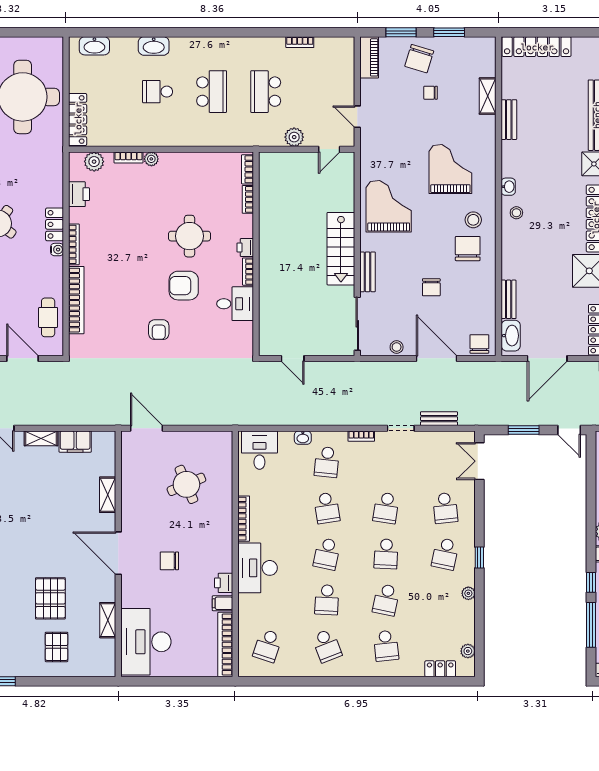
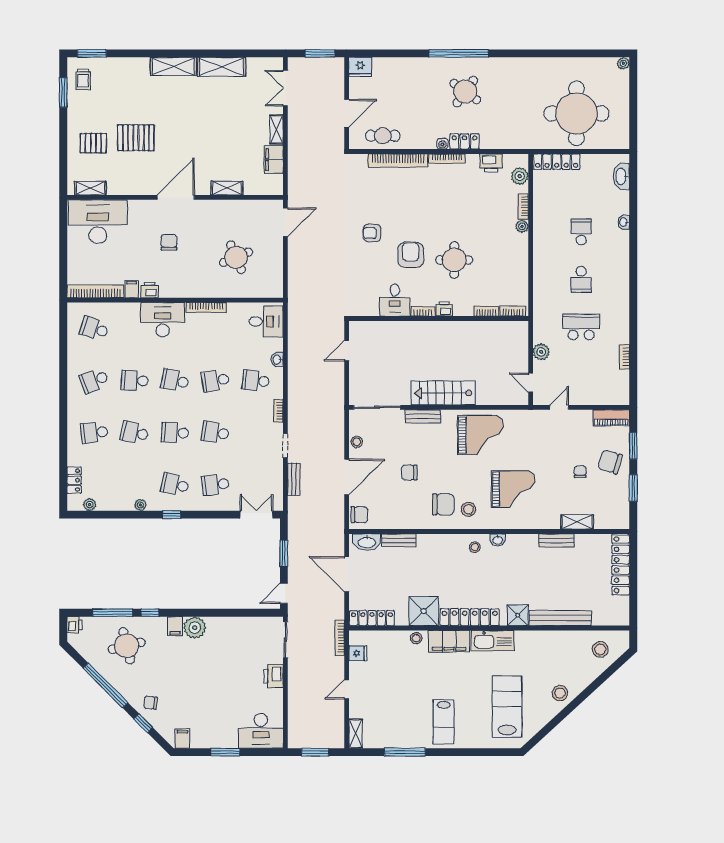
washbasin: (154, 46) -> (624, 222), width x0.52, depth x0.69
school desk: (212, 92) -> (581, 279), width x0.54
shelving: (108, 620) -> (90, 188), moved

